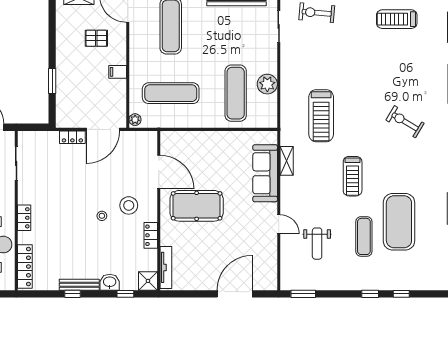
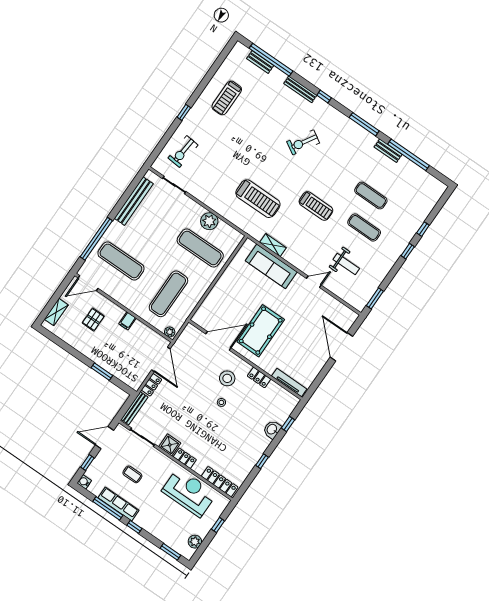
exercise mat: (399, 222) -> (371, 196), width x0.50, depth x0.69
shower: (148, 281) -> (170, 445), moved
bench: (79, 285) -> (134, 408), moved

